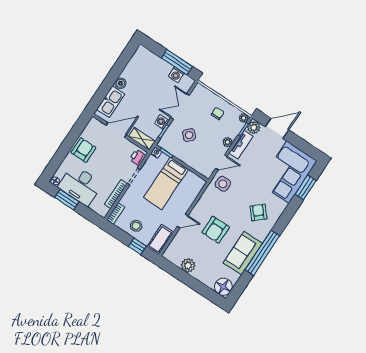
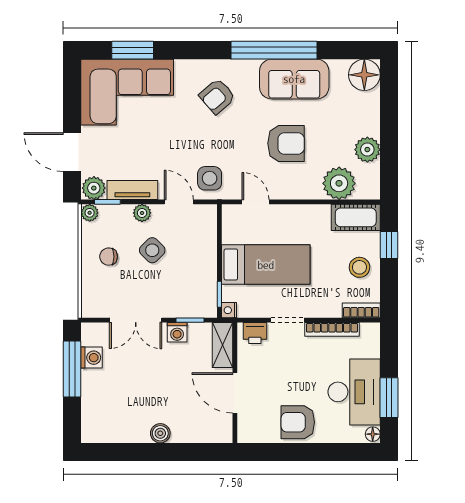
kitchen sink: (111, 102) -> (198, 429), removed
side table: (189, 135) -> (152, 250), moved
door: (183, 221) -> (255, 202), moved
plant: (181, 242) -> (339, 183), added

